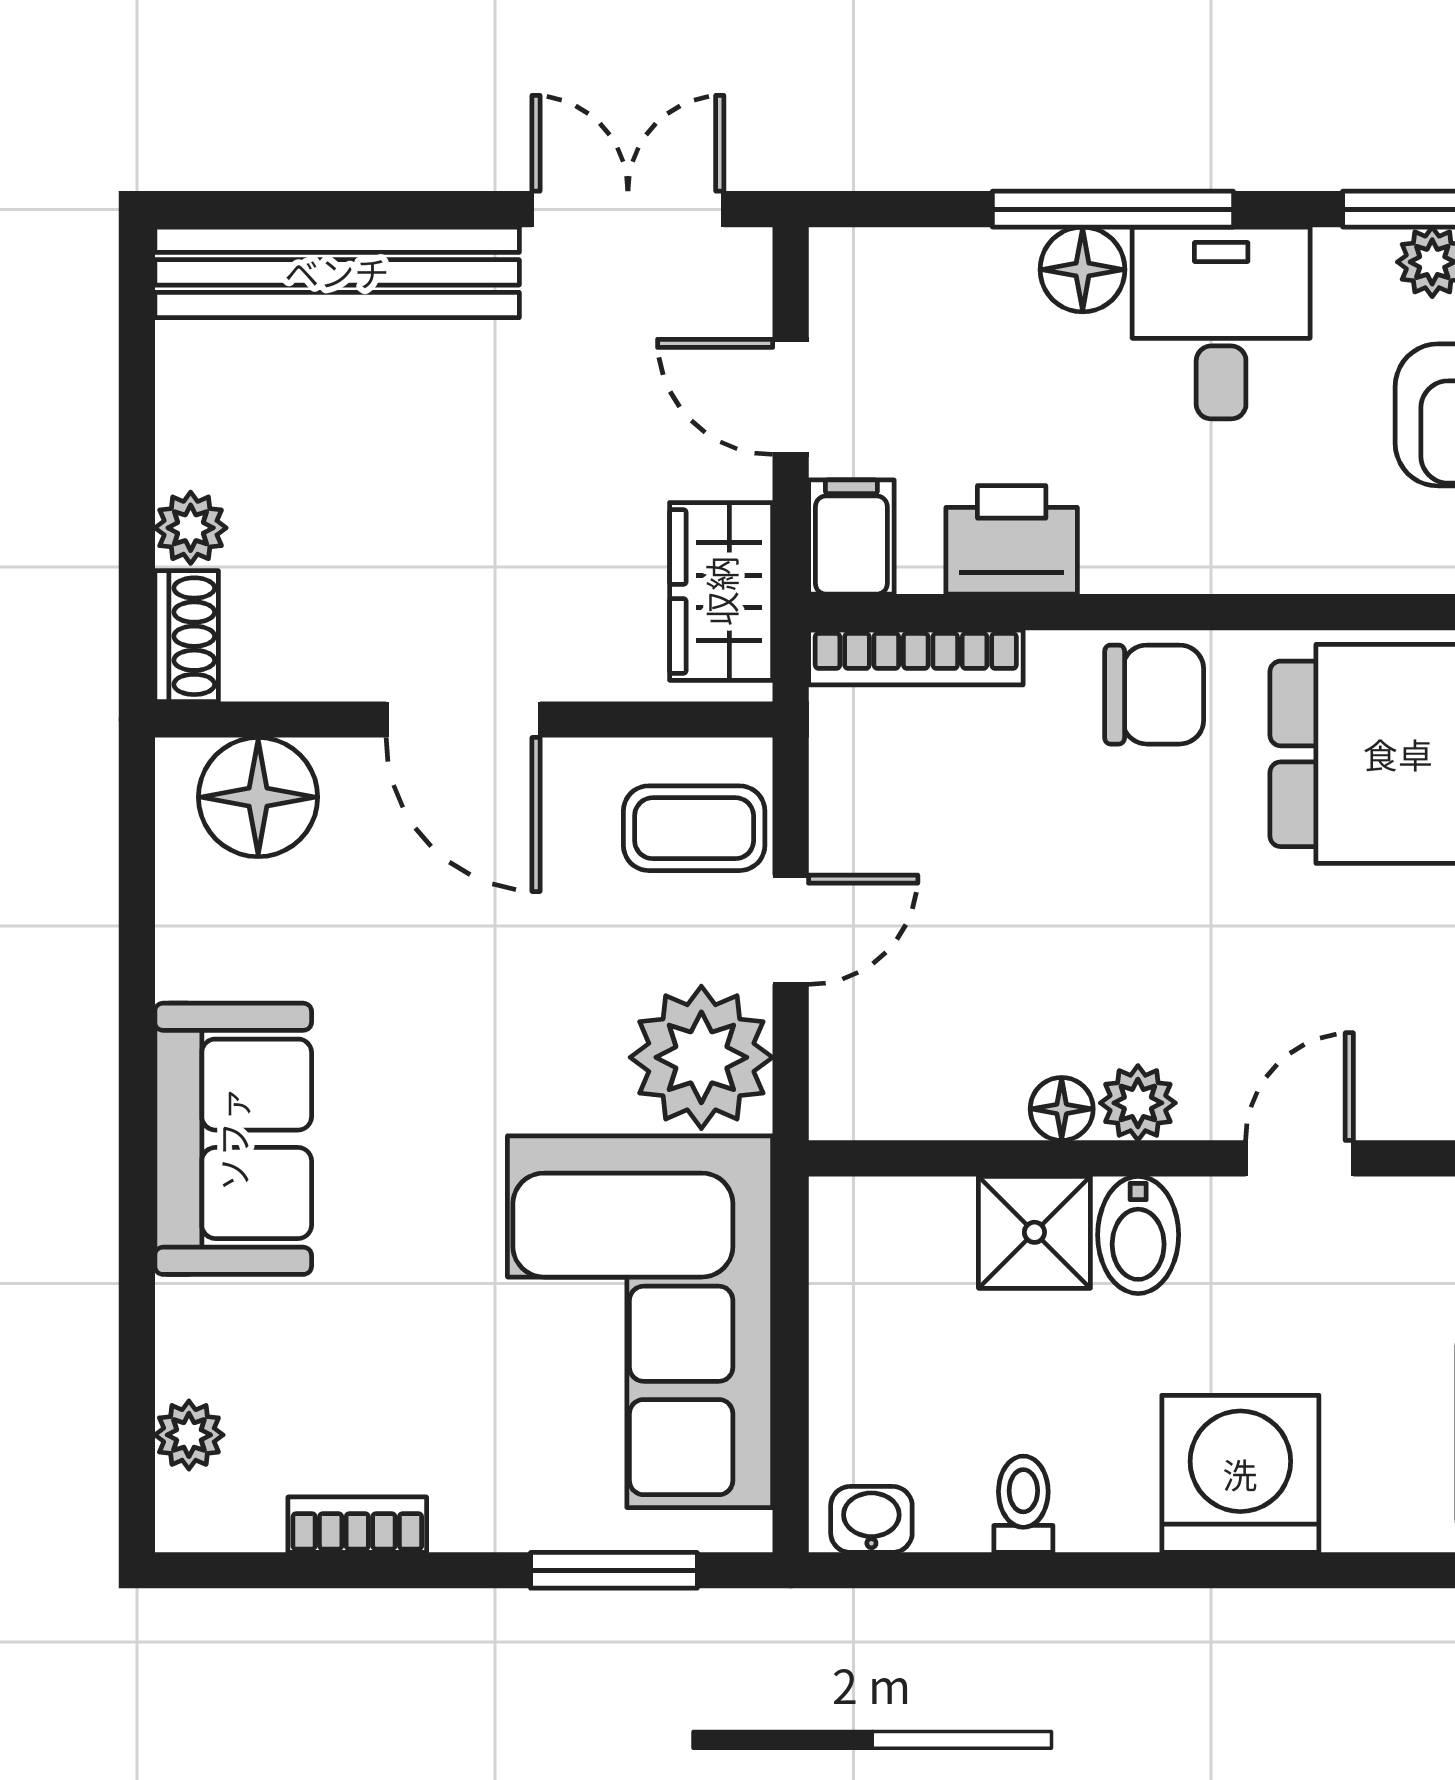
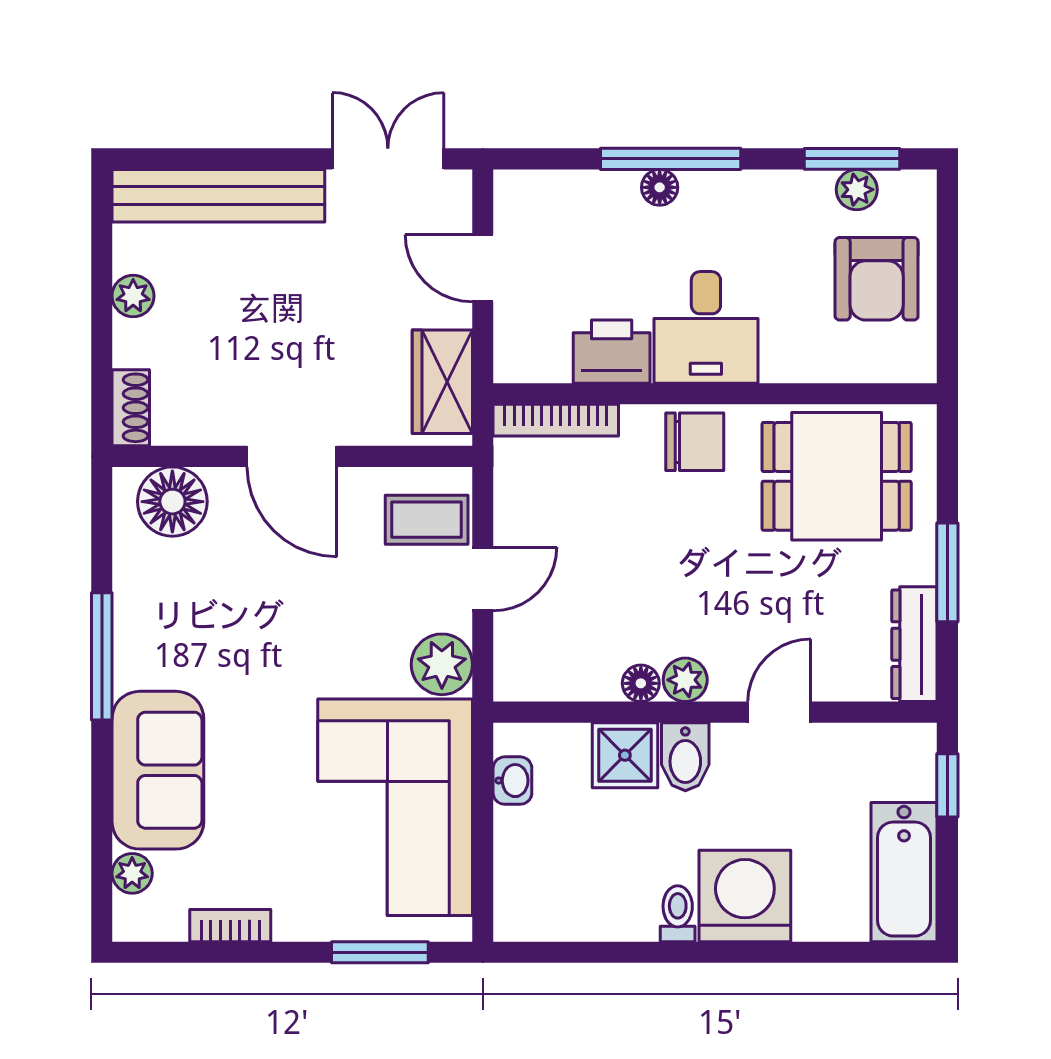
floor lamp: (1083, 270) -> (660, 187), width x0.73, depth x0.73
desk: (1221, 323) -> (706, 327), moved, turned 180
plant: (191, 528) -> (133, 296), moved
filing cabinet: (851, 537) -> (518, 350), removed
plant: (701, 1057) -> (442, 664), width x0.73, depth x0.73
window: (137, 1063) -> (102, 656), added
sofa: (233, 1139) -> (158, 770), moved
toilet: (1023, 1504) -> (678, 914), moved
washbasin: (871, 1519) -> (512, 781), moved, turned 90

